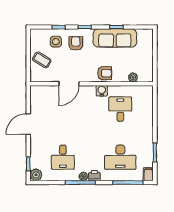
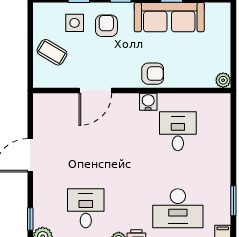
plant: (133, 77) -> (223, 80), moved
desk: (63, 157) -> (86, 208), turned 180

